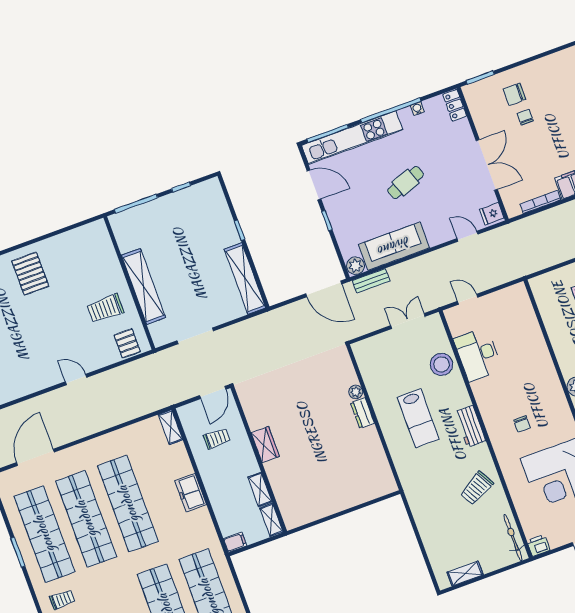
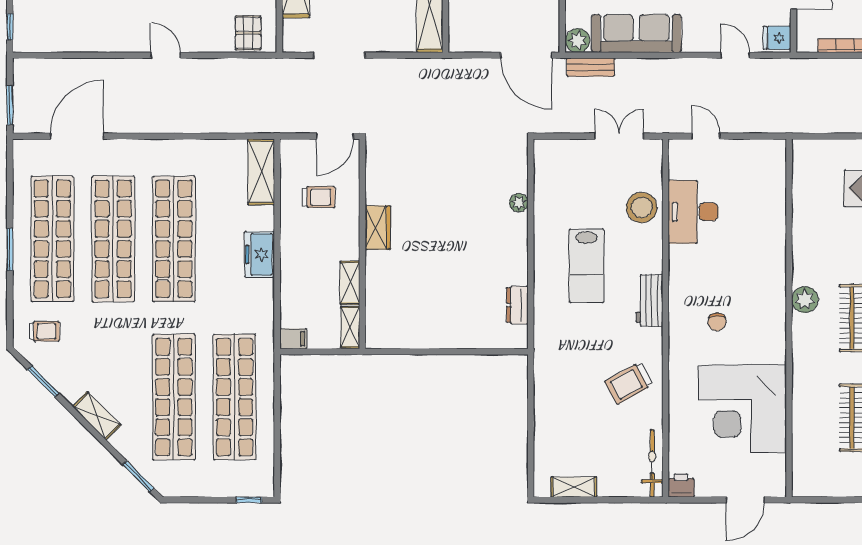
dresser: (362, 413) -> (517, 305), moved
shelving: (171, 427) -> (261, 172), width x1.50, depth x1.33

